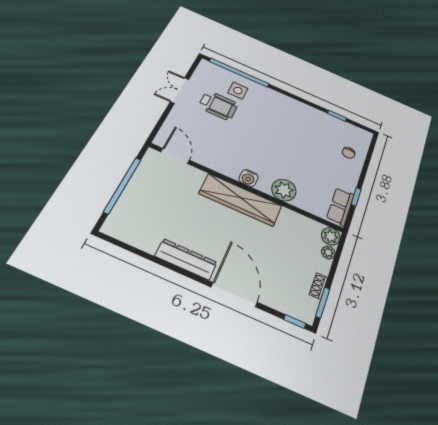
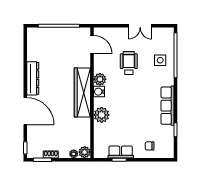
double door: (180, 90) -> (140, 26), swing flipped
wheelchair: (218, 105) -> (129, 63), moved, turned 180
row of seats: (302, 110) -> (167, 106), added
door: (175, 156) -> (92, 45), hinge flipped
plant: (231, 169) -> (100, 79), added
row of seats: (340, 206) -> (121, 152), moved
door: (234, 295) -> (25, 111), hinge flipped

